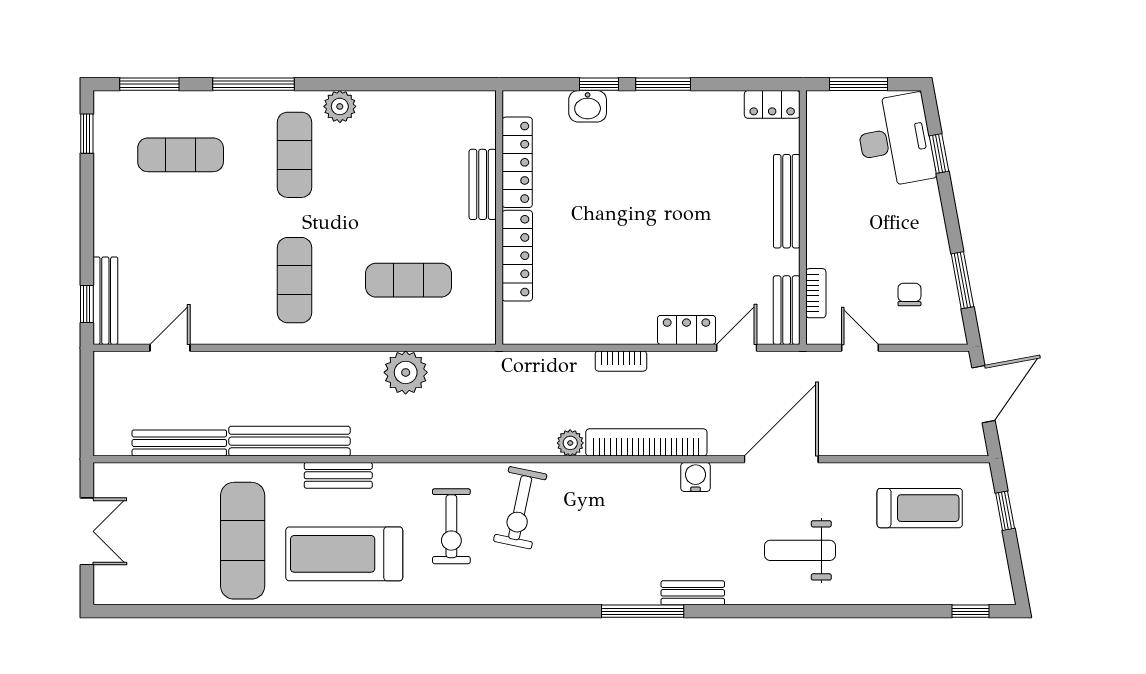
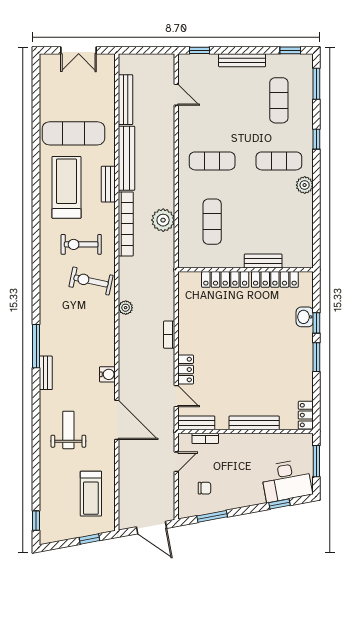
window: (254, 84) -> (316, 139), width x0.46
bench: (105, 301) -> (242, 60), moved
bookcase: (646, 442) -> (126, 224), moved

